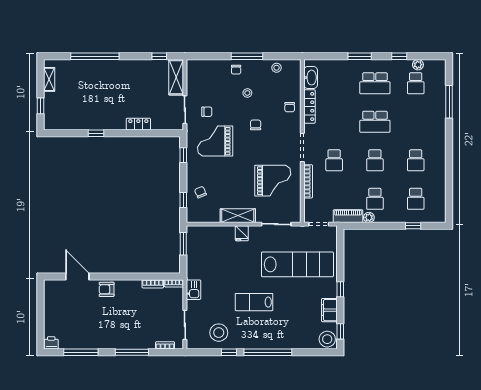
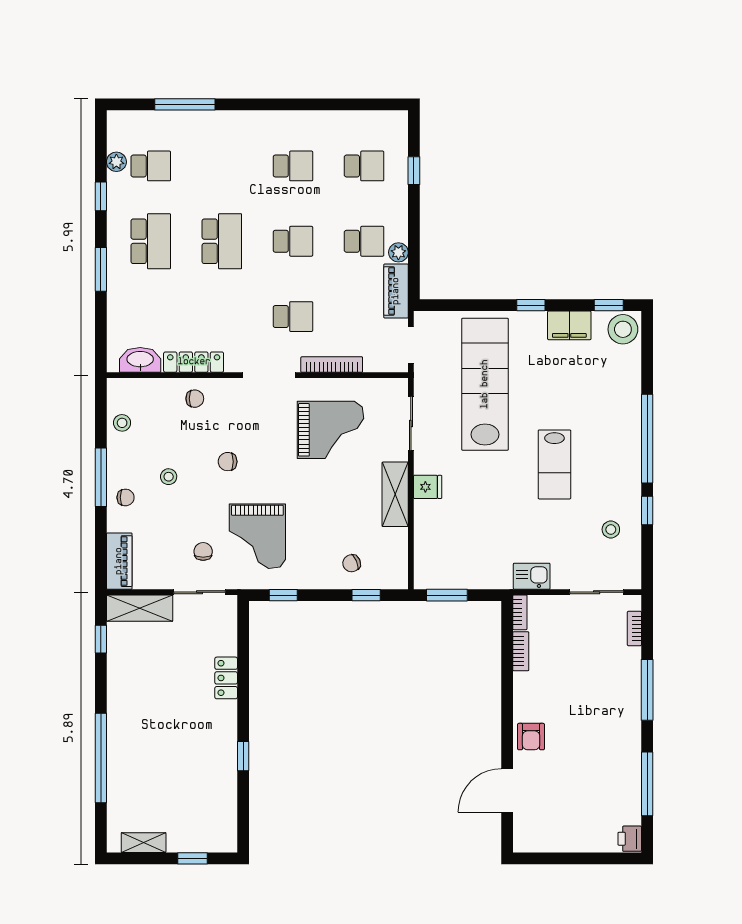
piano: (202, 66) -> (119, 561), added
grand piano: (273, 181) -> (330, 430), turned 90
stool: (219, 333) -> (611, 529), width x0.53, depth x0.53

